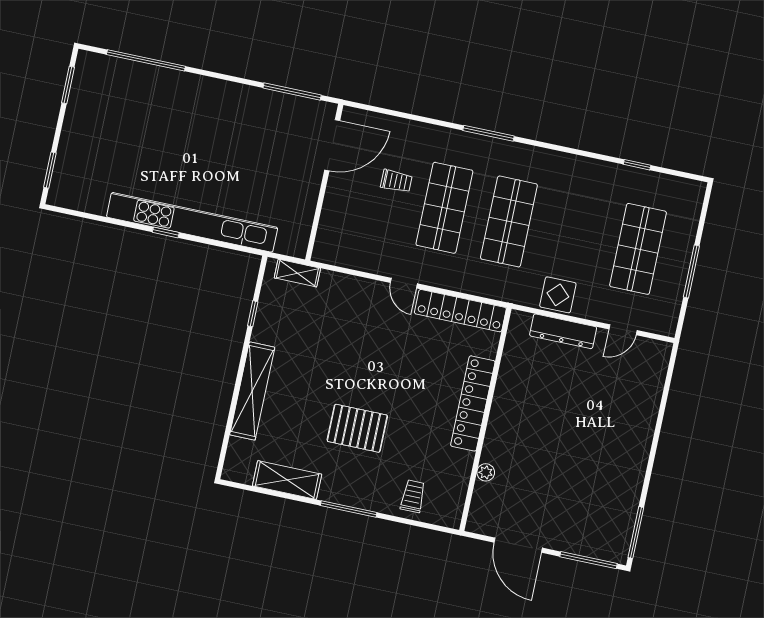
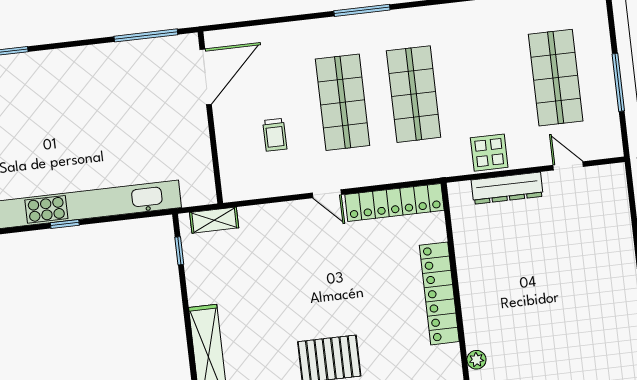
trolley: (396, 181) -> (275, 135), moved, turned 90
window: (253, 314) -> (179, 251), moved
door: (623, 330) -> (568, 166), swing flipped

